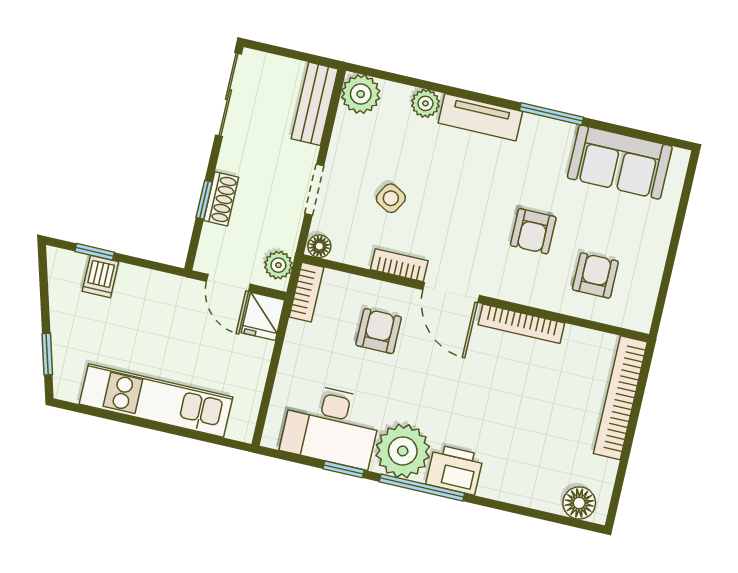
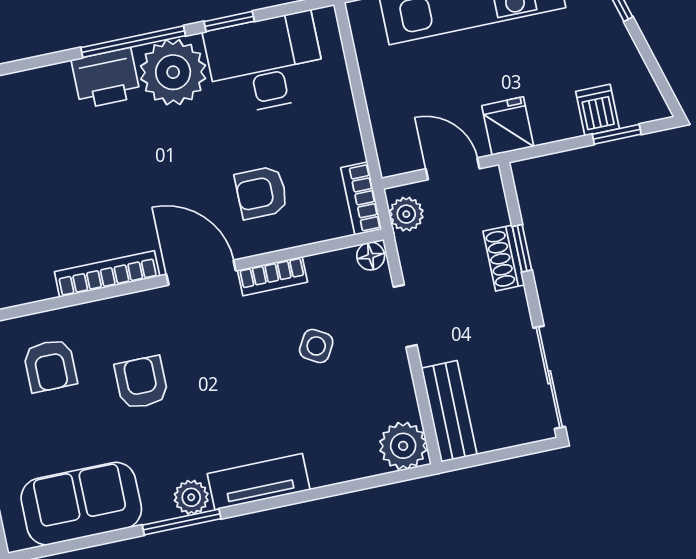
plant: (425, 103) -> (191, 497), moved
fridge: (263, 316) -> (508, 126), moved
armchair: (379, 331) -> (261, 193), turned 90

